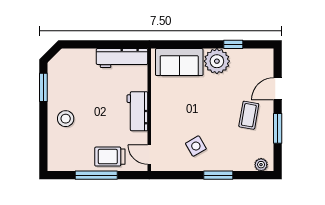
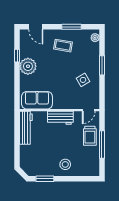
sofa: (179, 62) -> (37, 100), moved, turned -90
door: (278, 89) -> (36, 27), moved

